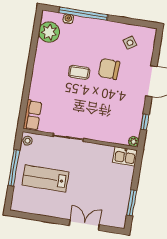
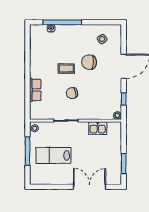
plant: (49, 32) -> (38, 41), removed
chair: (81, 104) -> (72, 93), added
row of seats: (32, 115) -> (35, 90), moved
kitchen sink: (125, 156) -> (98, 128), moved
double door: (84, 225) -> (90, 187), width x1.37

